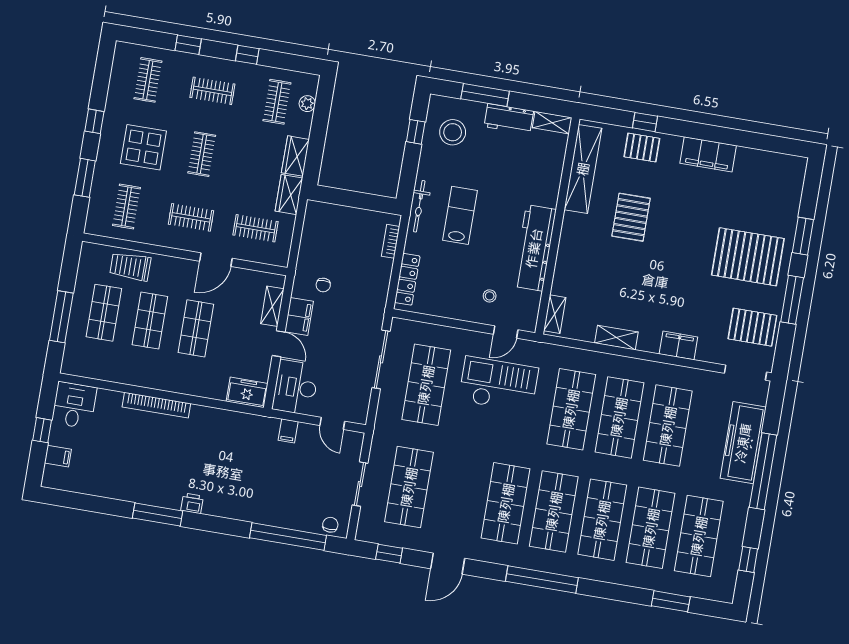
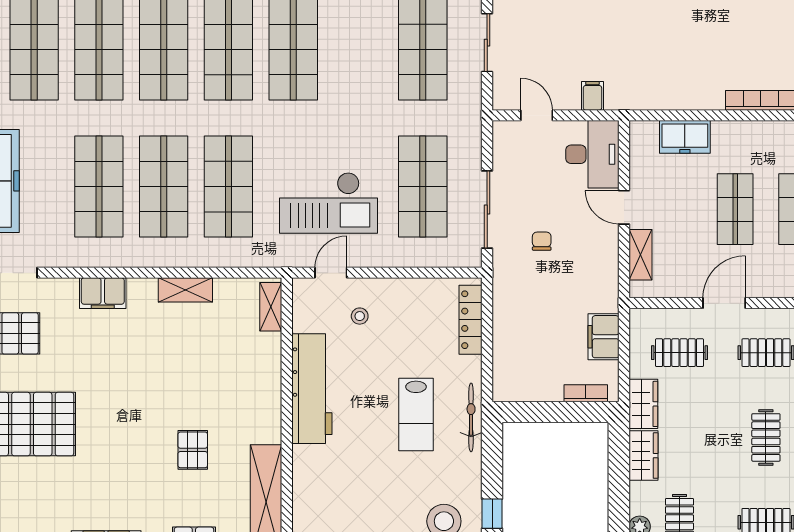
pallet: (631, 217) -> (193, 450), width x0.67, depth x0.71
bookcase: (391, 241) -> (586, 393), moved, turned -90
chair: (323, 285) -> (542, 241), moved
filing cabinet: (299, 316) -> (603, 337), moved
freezer: (247, 392) -> (685, 137), moved

